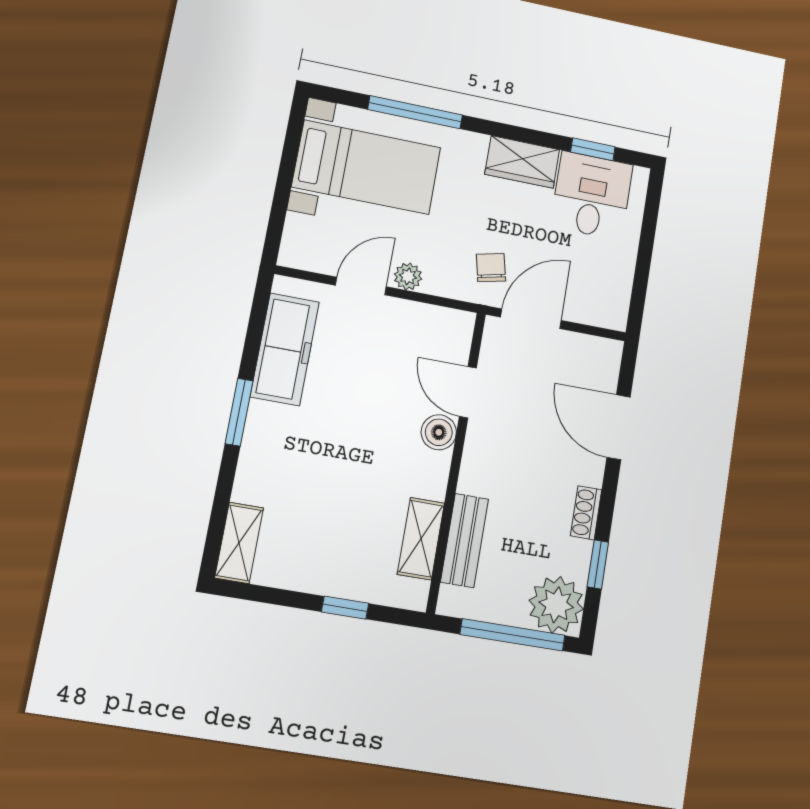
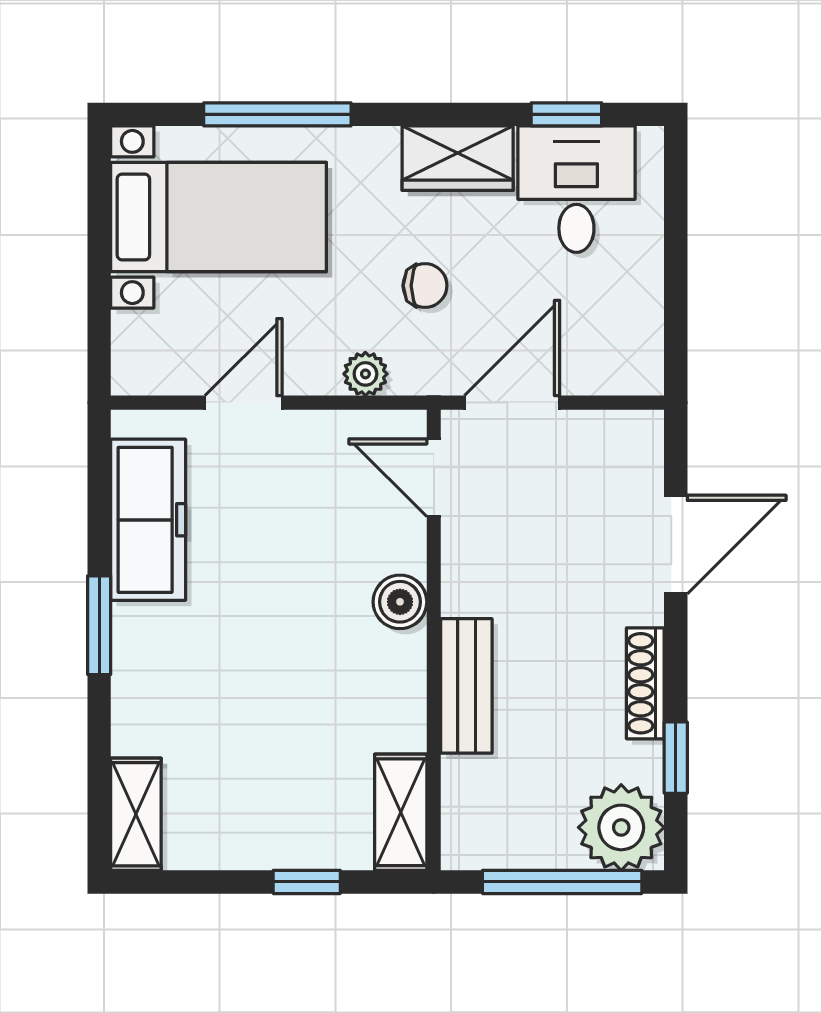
chair: (491, 268) -> (425, 286), moved, turned 103
plant: (408, 276) -> (365, 374), moved
door: (468, 392) -> (434, 478), moved
door: (619, 427) -> (676, 545), swing flipped
shoe rack: (586, 513) -> (645, 683), width x1.43
shelving: (421, 539) -> (401, 812), moved
bench: (464, 540) -> (466, 686), moved

